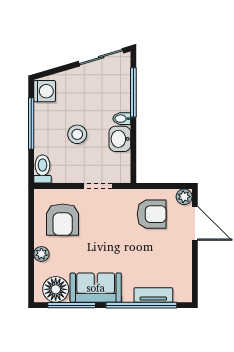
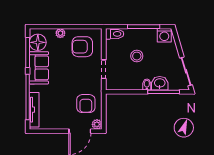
washbasin: (120, 139) -> (160, 83), moved
tv unit: (153, 295) -> (34, 110), width x1.41

